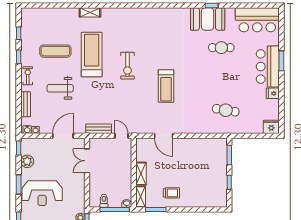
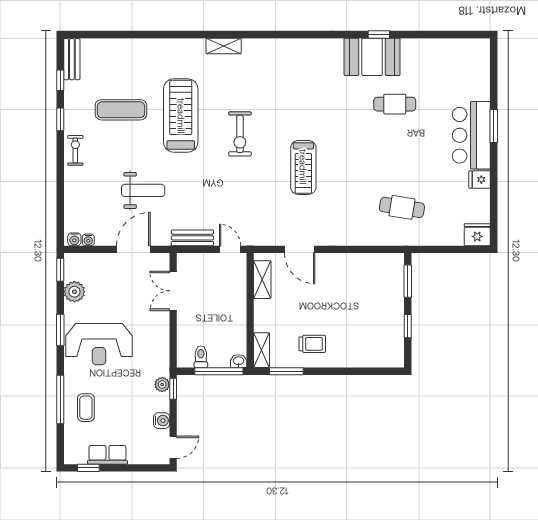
shelving: (90, 12) -> (224, 46), moved
bar counter: (257, 20) -> (454, 58), removed
weight bench: (60, 88) -> (143, 190), moved, turned 180
bench: (26, 104) -> (72, 59), moved
shelving: (141, 174) -> (262, 280), moved

